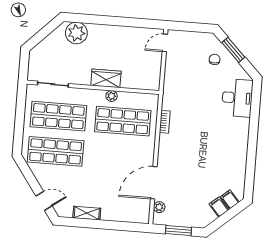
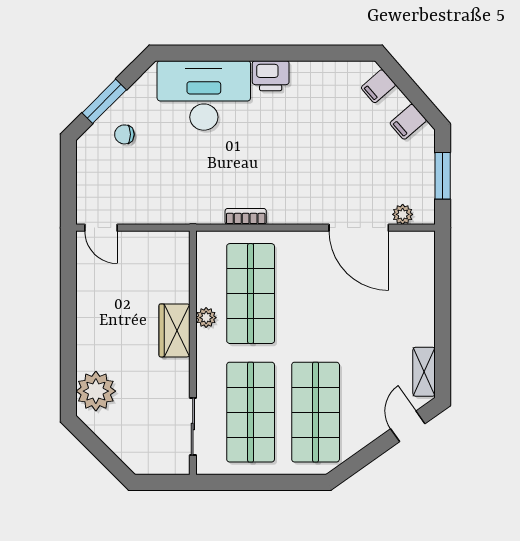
desk: (237, 98) -> (204, 95), width x1.36, depth x1.30
printer: (240, 141) -> (271, 76), added
filing cabinet: (219, 207) -> (408, 122), moved
shelving: (87, 213) -> (424, 372), moved

